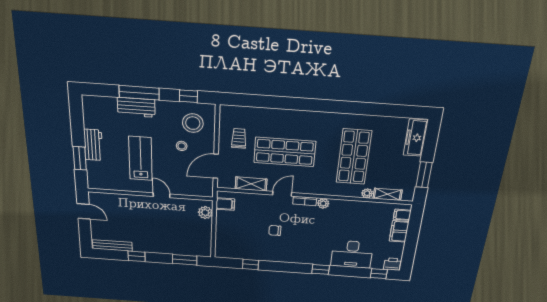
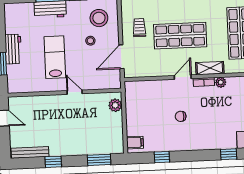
shelving: (251, 184) -> (210, 68), moved
filing cabinet: (225, 204) -> (135, 143), moved

